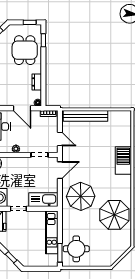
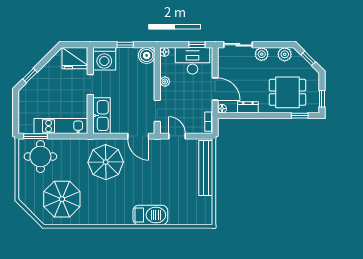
door: (22, 108) -> (215, 89), swing flipped
door: (60, 139) -> (177, 136), swing flipped
parasol: (114, 215) -> (62, 199), moved

